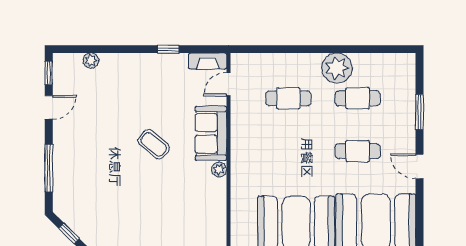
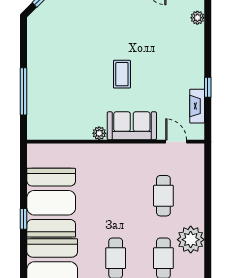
fireplace: (208, 61) -> (197, 106), moved
coffee table: (154, 144) -> (122, 74), turned -40

